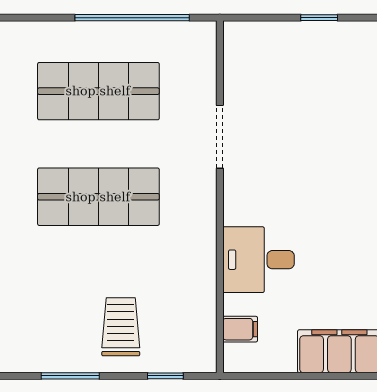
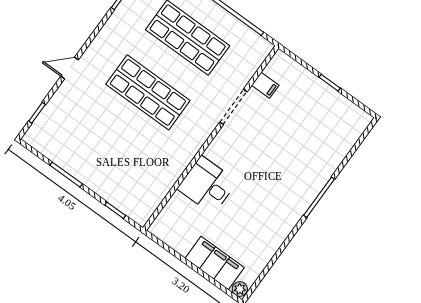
trolley: (121, 327) -> (111, 168), removed
filing cabinet: (240, 329) -> (265, 85), moved

